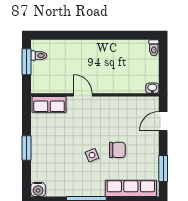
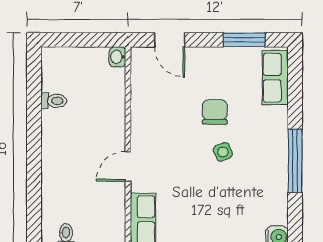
toilet: (154, 48) -> (54, 101), moved
row of seats: (131, 188) -> (275, 78), width x0.68

